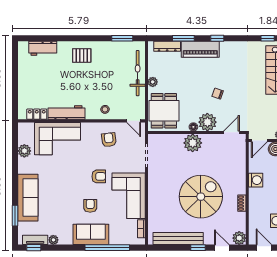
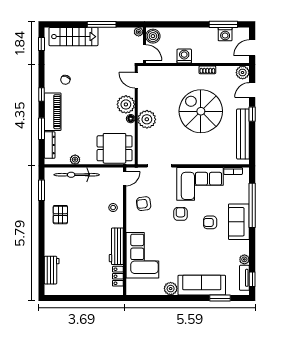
pallet: (82, 55) -> (60, 215), moved
plant: (153, 82) -> (75, 160), moved
chair: (218, 94) -> (65, 80), moved
plant: (24, 151) -> (171, 289), moved

